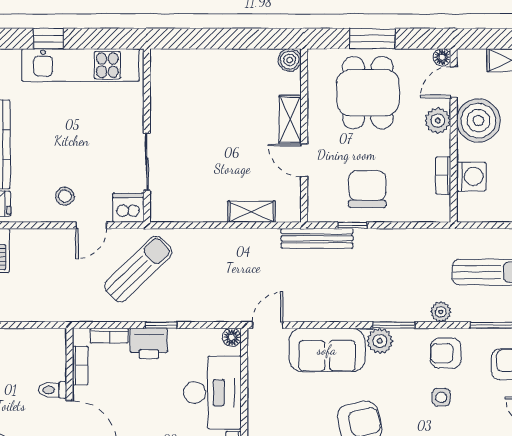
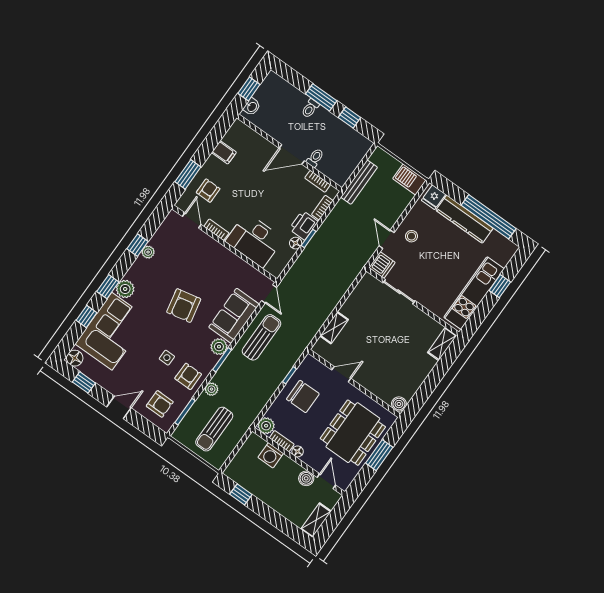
floor lamp: (442, 57) -> (298, 451), moved
dining table: (368, 93) -> (353, 433), width x1.38
shelving: (290, 119) -> (442, 344), moved, turned 90
plant: (438, 121) -> (266, 426), moved
boiler: (478, 121) -> (306, 478), width x0.54, depth x0.54
bench: (317, 238) -> (359, 182), moved
sun lounger: (138, 269) -> (262, 337), moved, turned -136
floor lamp: (232, 337) -> (296, 243), moved

